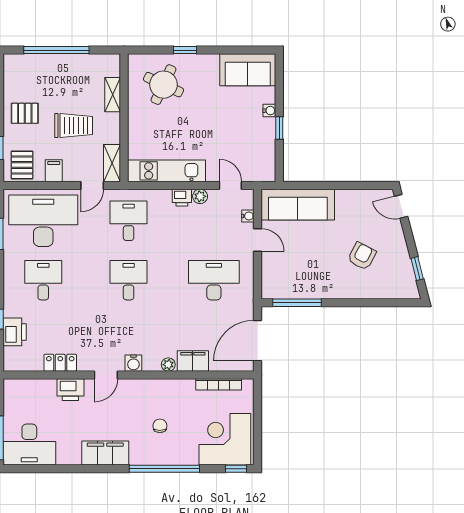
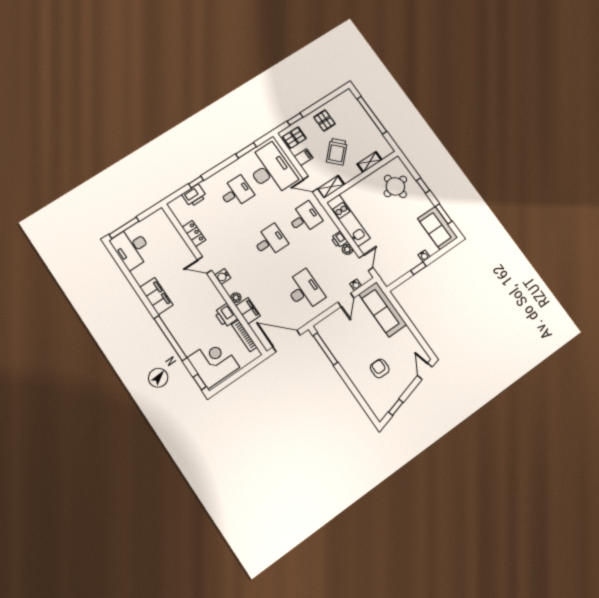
window: (236, 50) -> (444, 214), added
round table: (163, 85) -> (395, 186), turned -33
trolley: (74, 126) -> (337, 152), turned 45
armchair: (362, 256) -> (380, 368), turned -118
printer: (70, 390) -> (226, 315), moved
chair: (160, 426) -> (195, 318), removed

